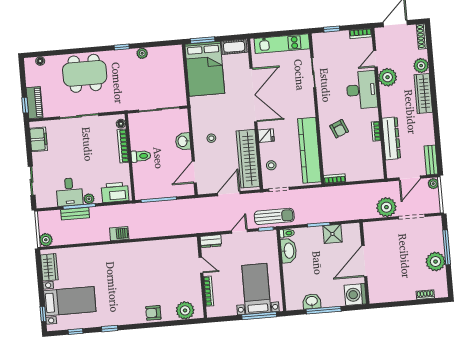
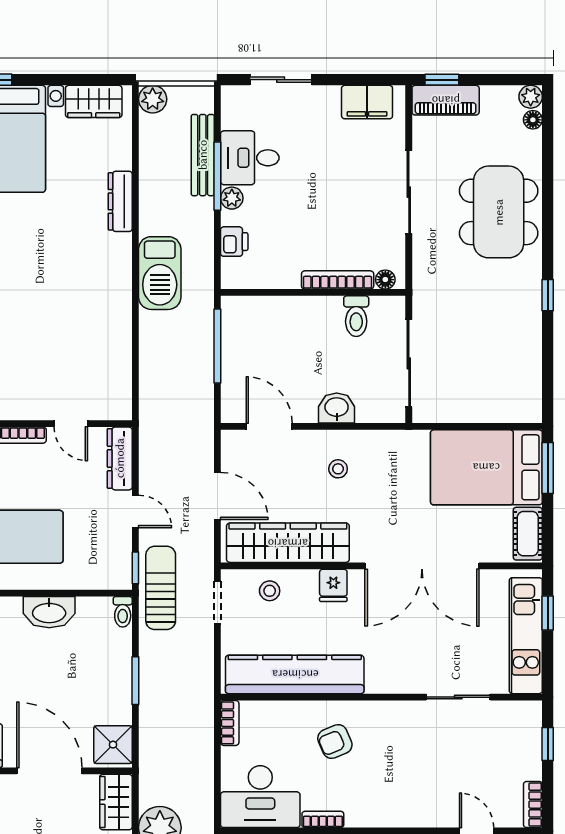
window: (270, 34) -> (548, 613), added
plant: (142, 53) -> (531, 97), moved
desk: (362, 90) -> (260, 797), moved
toilet: (141, 156) -> (356, 316), moved
printer: (115, 192) -> (234, 242), width x0.53, depth x0.68
bench: (75, 214) -> (203, 155), width x1.36
sun lounger: (274, 216) -> (161, 588), turned 180
wardrobe: (376, 229) -> (116, 802), added
barbecue: (119, 234) -> (160, 273), width x1.88, depth x1.53
shower: (332, 234) -> (113, 745), moved
dresser: (211, 241) -> (120, 458), width x1.44
dresser: (95, 251) -> (120, 201), added
washbasin: (289, 251) -> (49, 612), moved
door: (201, 265) -> (71, 424), hinge flipped

